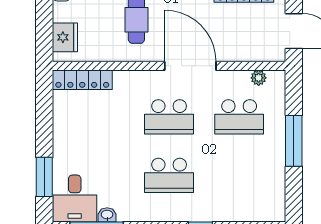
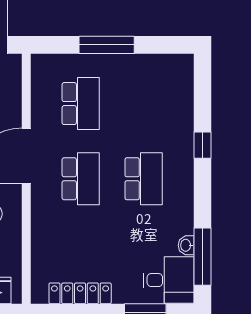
plant: (259, 78) -> (39, 83), removed
locker: (82, 80) -> (80, 293), moved, turned -90

